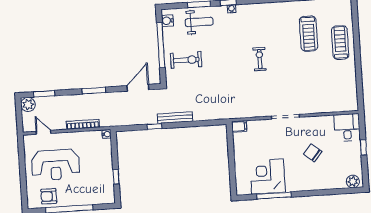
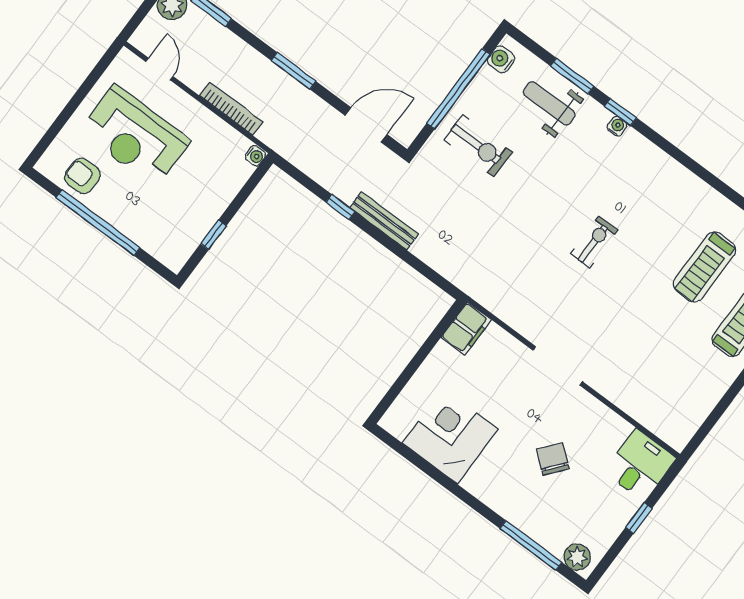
weight bench: (199, 22) -> (549, 103), turned 180
filing cabinet: (239, 126) -> (466, 329), width x2.00
window: (274, 196) -> (531, 545), moved

